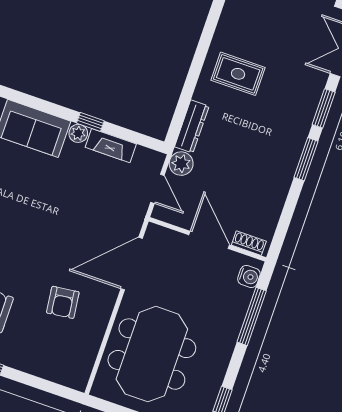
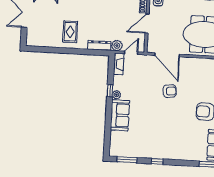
fireplace: (111, 146) -> (119, 64), moved
armchair: (63, 302) -> (170, 91), moved

